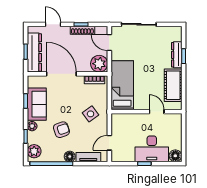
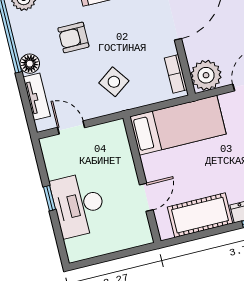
armchair: (61, 130) -> (73, 37), turned 109
floor lamp: (175, 156) -> (77, 249), removed

